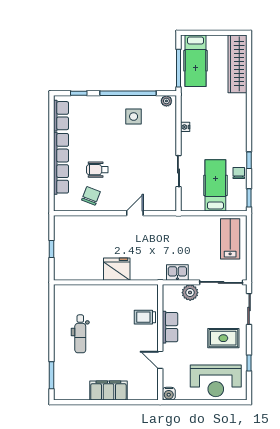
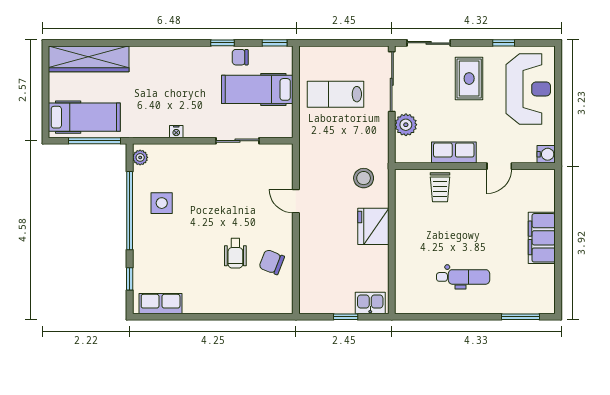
row of seats: (61, 163) -> (227, 304), removed
lab bench: (230, 239) -> (335, 94), moved
stool: (152, 262) -> (364, 178), added
kitchen sink: (177, 272) -> (370, 303), moved, turned 90

